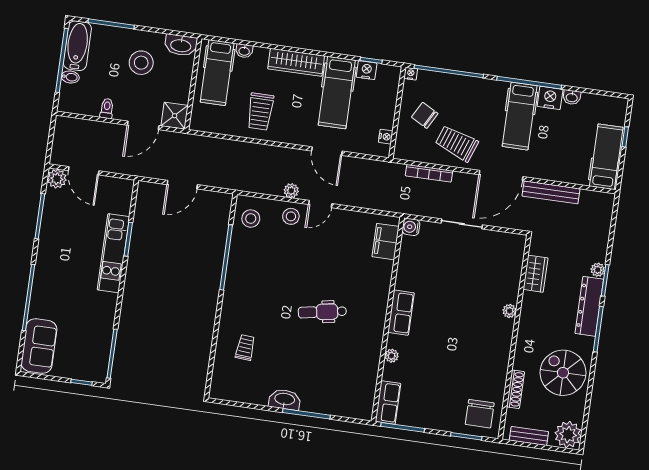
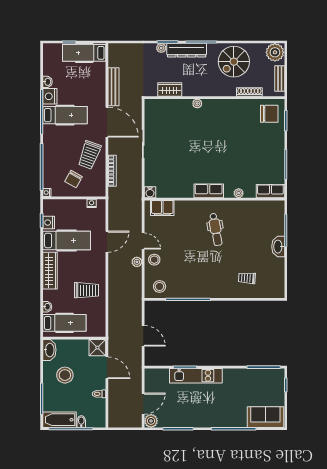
water cooler: (411, 227) -> (150, 192), moved
filing cabinet: (386, 242) -> (162, 208), moved
row of seats: (401, 313) -> (209, 191), moved
wall: (388, 319) -> (214, 199), moved
plant: (392, 356) -> (239, 193), moved
row of seats: (388, 403) -> (270, 191), moved

